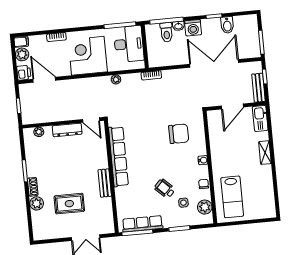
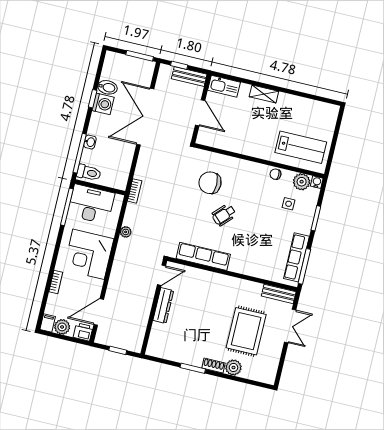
washing machine: (193, 28) -> (103, 104), moved
toilet: (167, 32) -> (89, 173), moved
plant: (39, 132) -> (155, 338), removed
chair: (179, 134) -> (210, 183), turned -90
row of seats: (118, 157) -> (203, 256), width x0.73
water cooler: (203, 160) -> (317, 182), moved
bench: (105, 183) -> (279, 294), moved
wheelchair: (165, 189) -> (224, 215), moved
rug: (69, 204) -> (246, 331), width x1.36, depth x1.43

